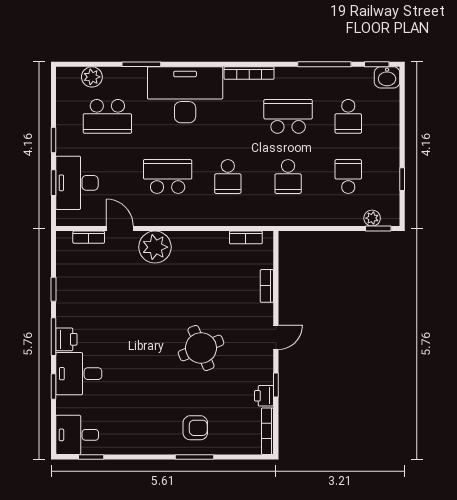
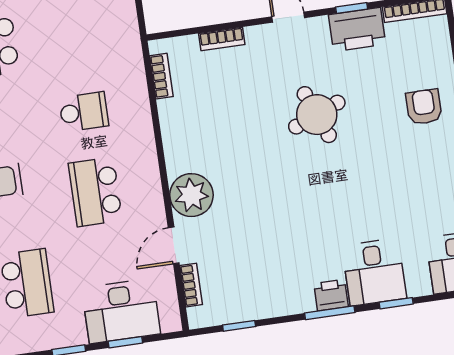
school desk: (288, 176) -> (72, 32), removed
window: (54, 289) -> (239, 326), moved
printer: (264, 396) -> (357, 30), width x1.87, depth x1.48

